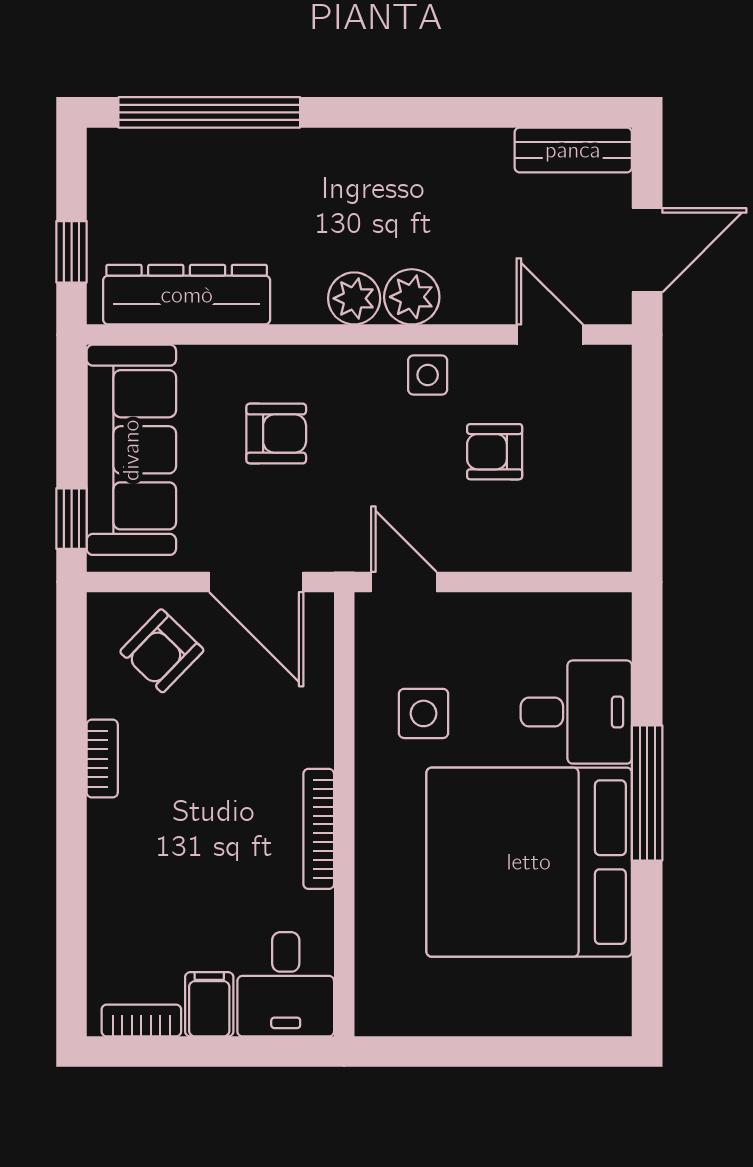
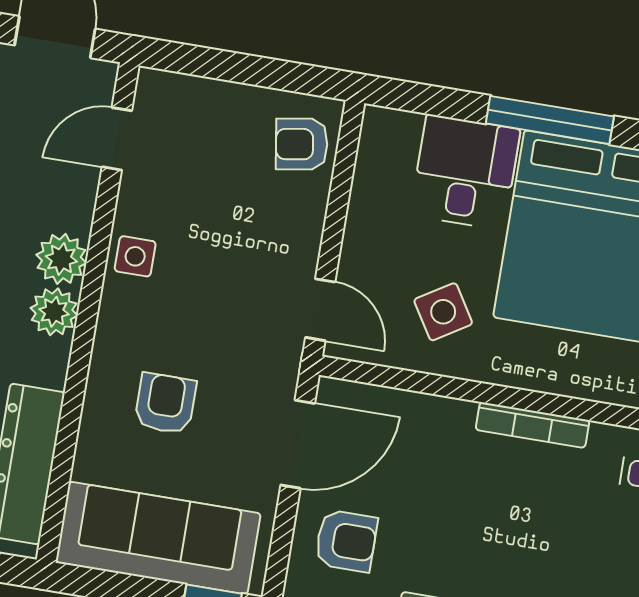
armchair: (495, 452) -> (302, 144), moved, turned 81
door: (404, 582) -> (320, 310), swing flipped
armchair: (162, 651) -> (346, 541), turned -44
side table: (424, 713) -> (443, 312), turned -32

